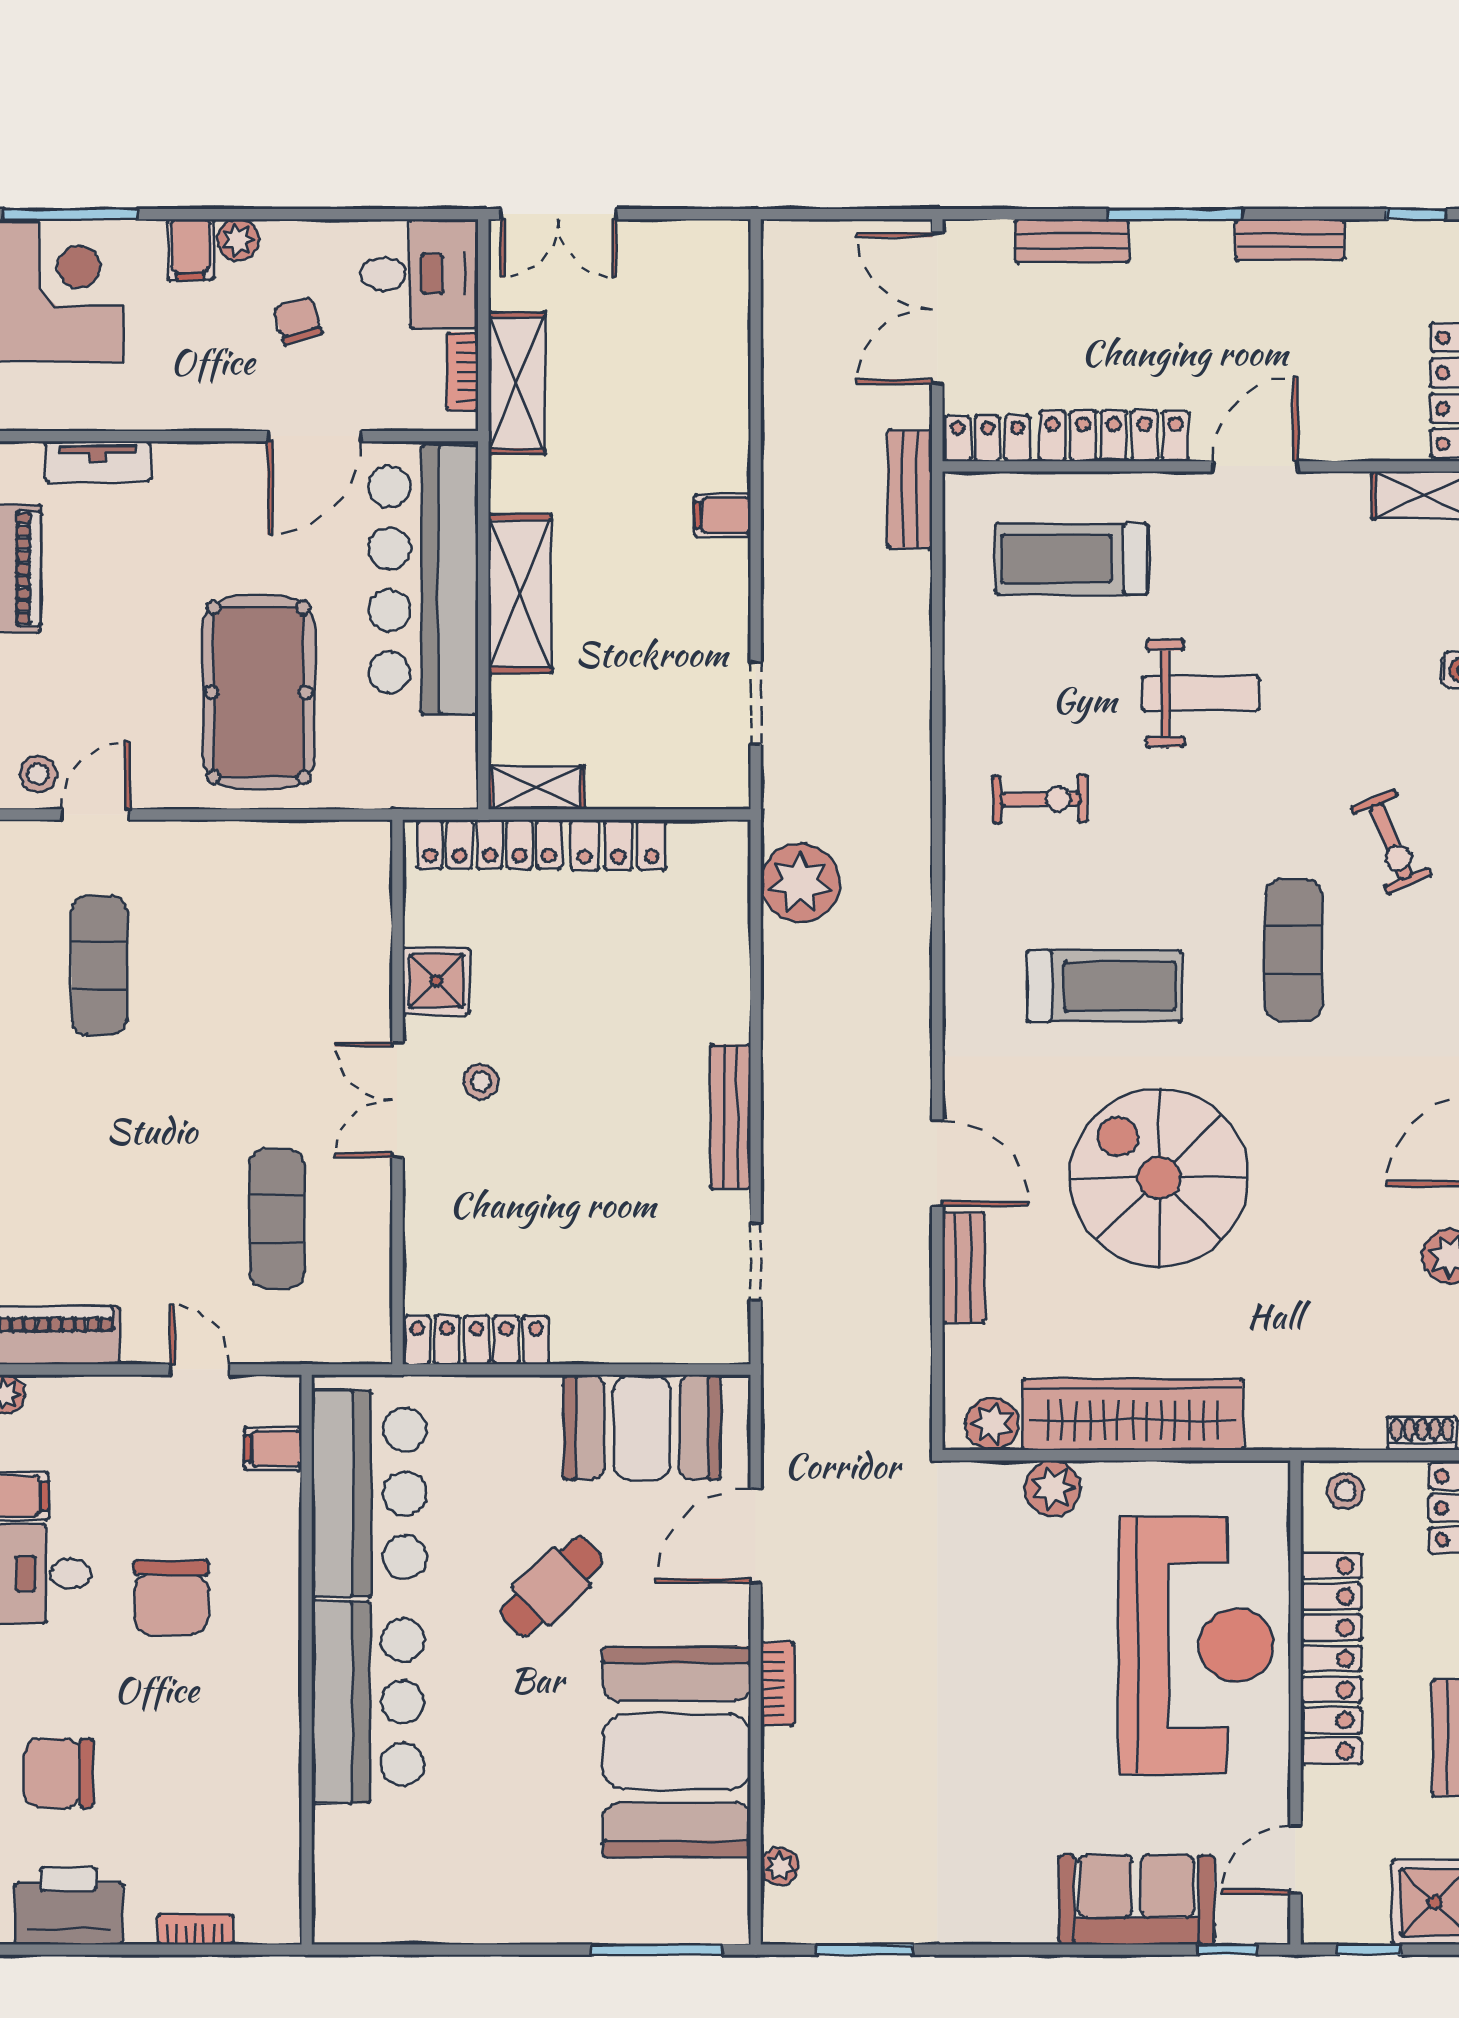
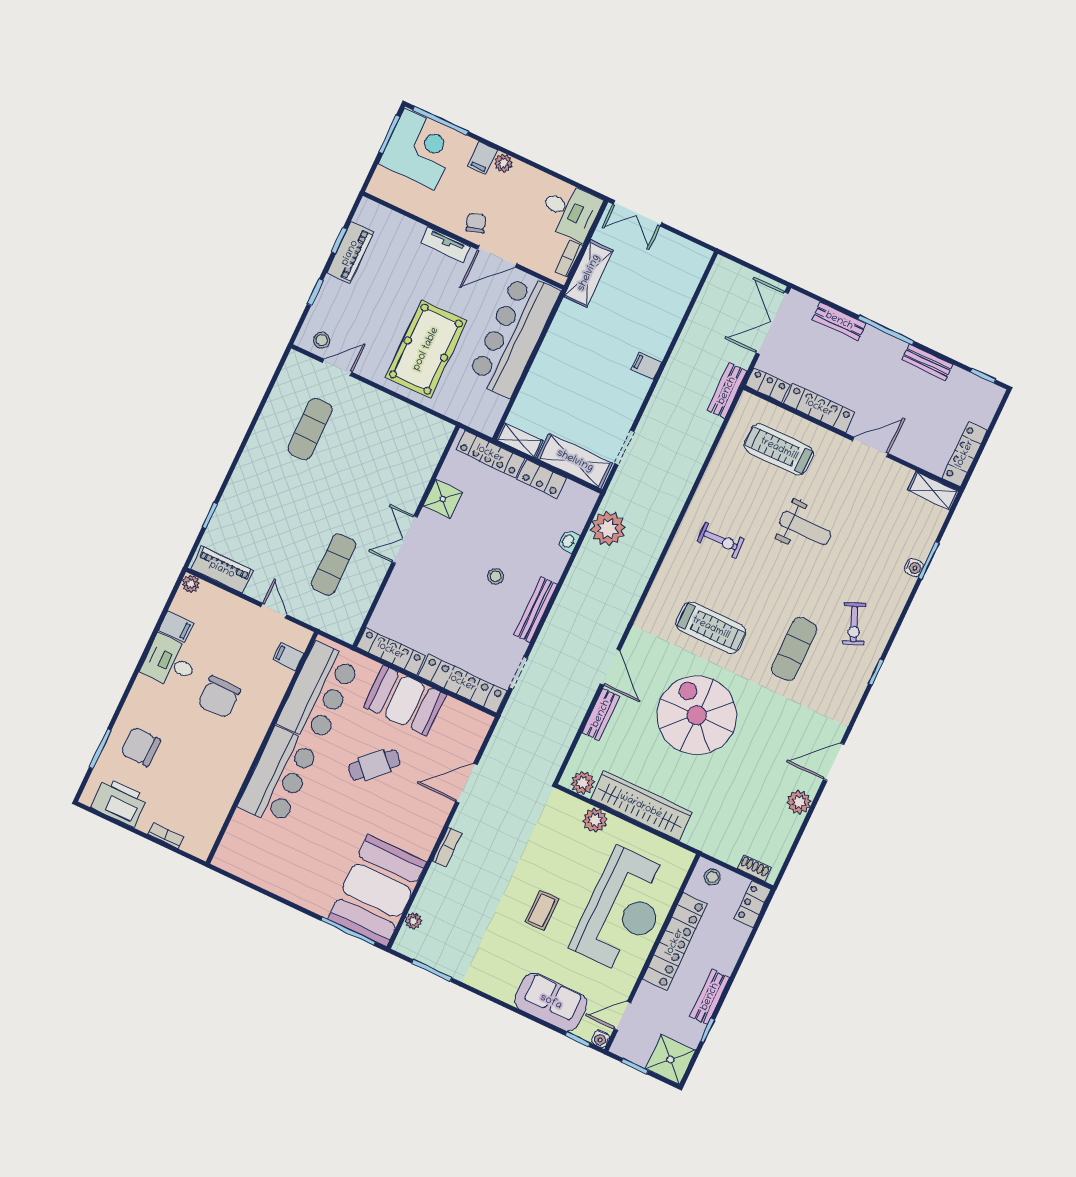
chair: (298, 320) -> (476, 223), moved
tv unit: (98, 461) -> (446, 245), moved
shelving: (520, 594) -> (575, 461), moved, turned 90
washbasin: (732, 947) -> (569, 541), added
stool: (481, 1081) -> (496, 576), moved
locker: (652, 1337) -> (462, 683), added
booth: (642, 1427) -> (405, 701), moved
coffee table: (1031, 1722) -> (542, 910), added
booth: (677, 1752) -> (377, 890), moved
water cooler: (1273, 1927) -> (601, 1039), added

